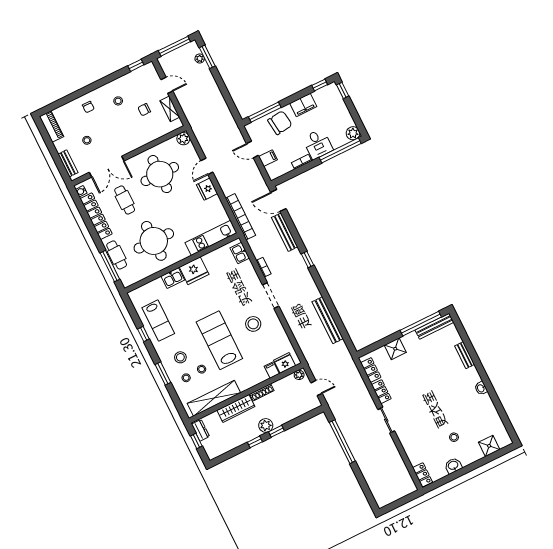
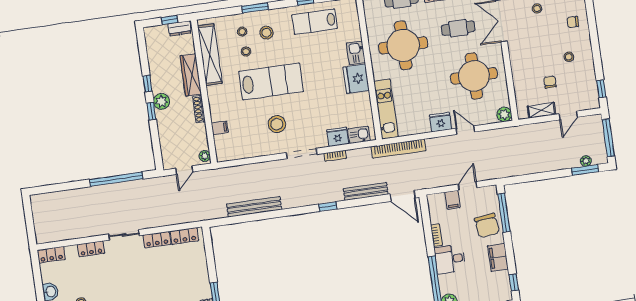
door: (278, 200) -> (403, 196), swing flipped
shower: (395, 349) -> (199, 270), removed
fridge: (285, 363) -> (338, 137), moved, turned -90
locker: (407, 444) -> (91, 249), added

